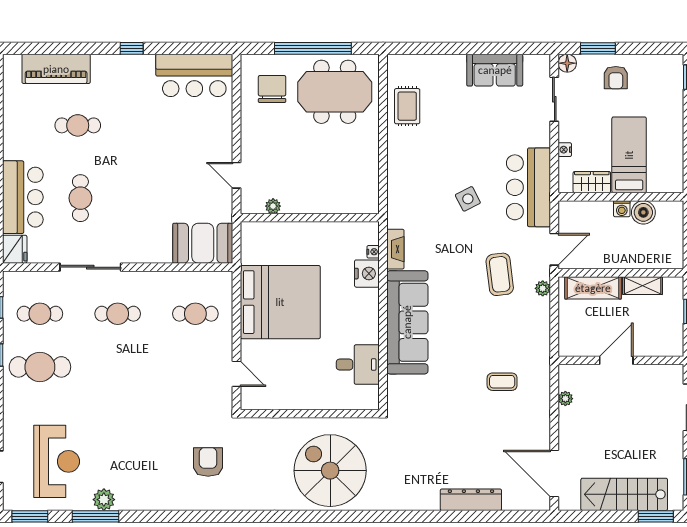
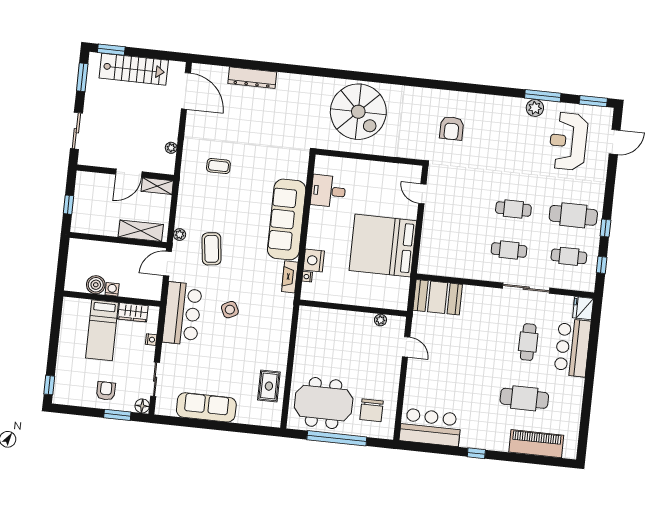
sofa: (495, 70) -> (206, 407), width x1.36
cafe table: (78, 125) -> (524, 398), width x1.37, depth x1.35
shelving: (643, 286) -> (157, 186), moved
cafe table: (195, 314) -> (513, 209), moved

